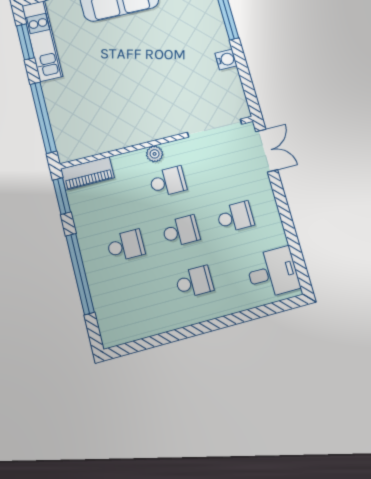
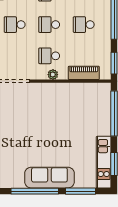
piano: (87, 173) -> (84, 73), moved

